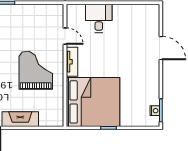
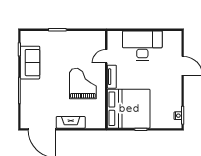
desk: (99, 18) -> (142, 46), width x1.87, depth x1.30
door: (65, 36) -> (106, 56), swing flipped

